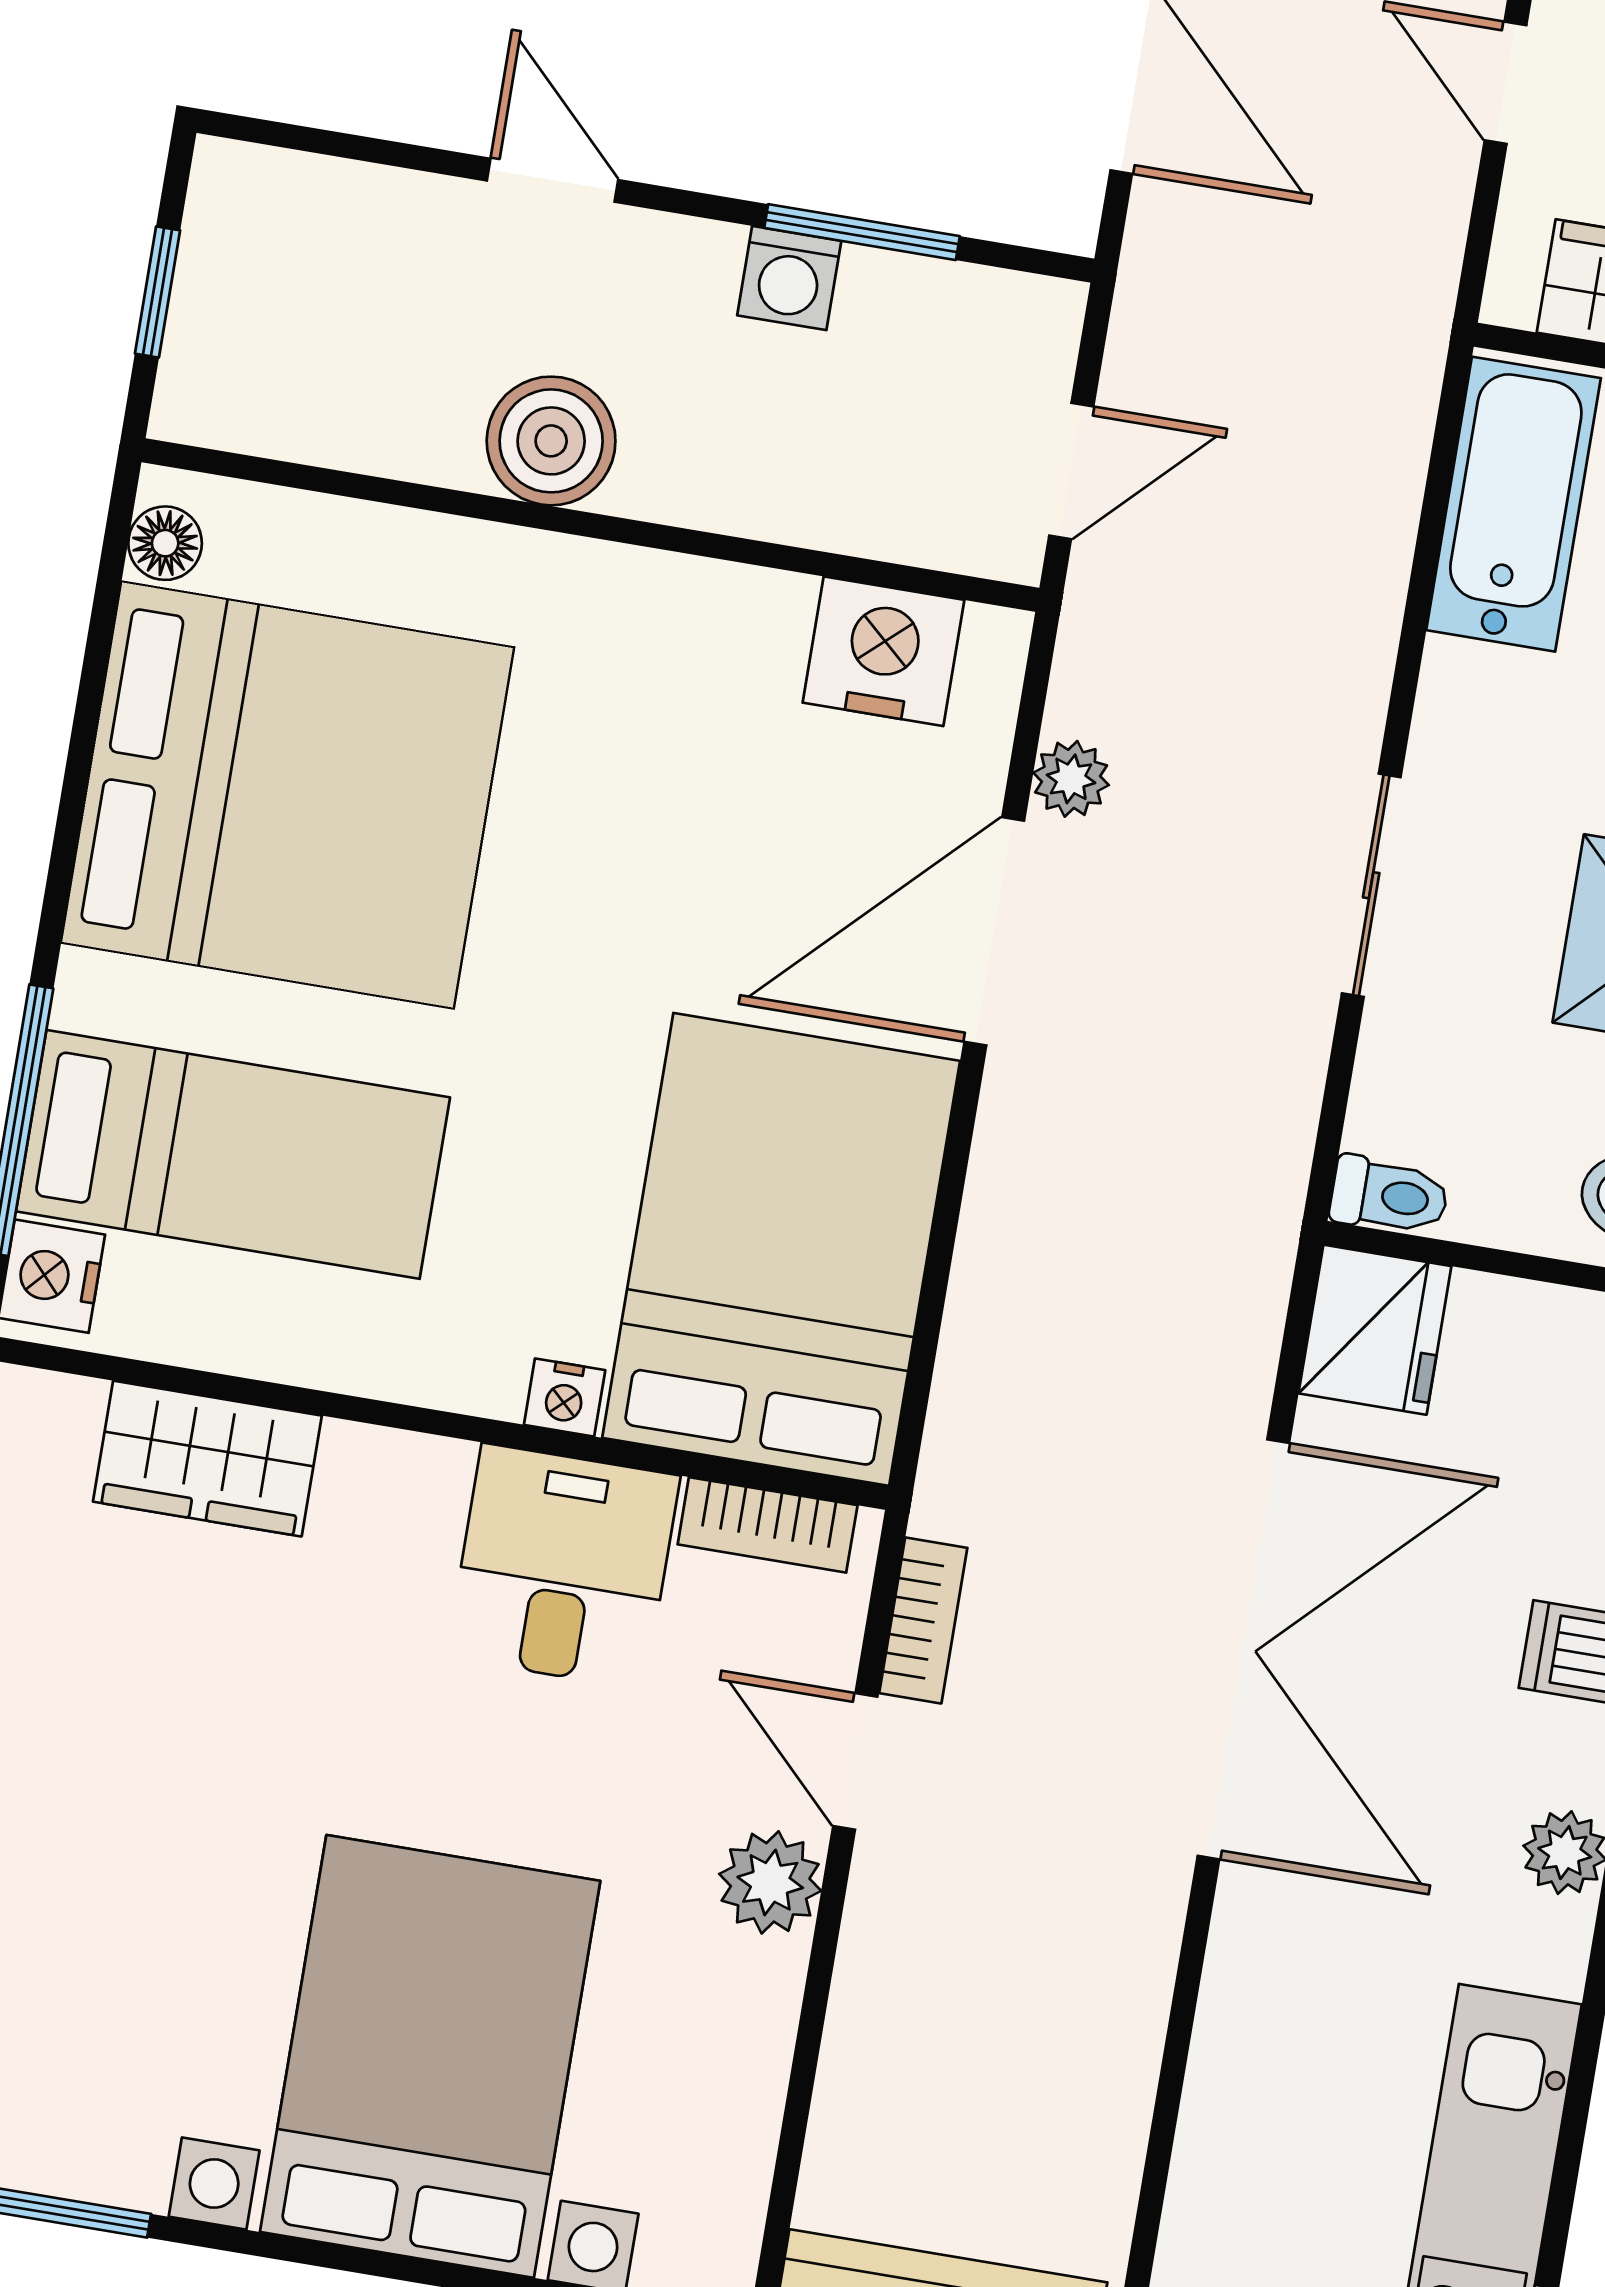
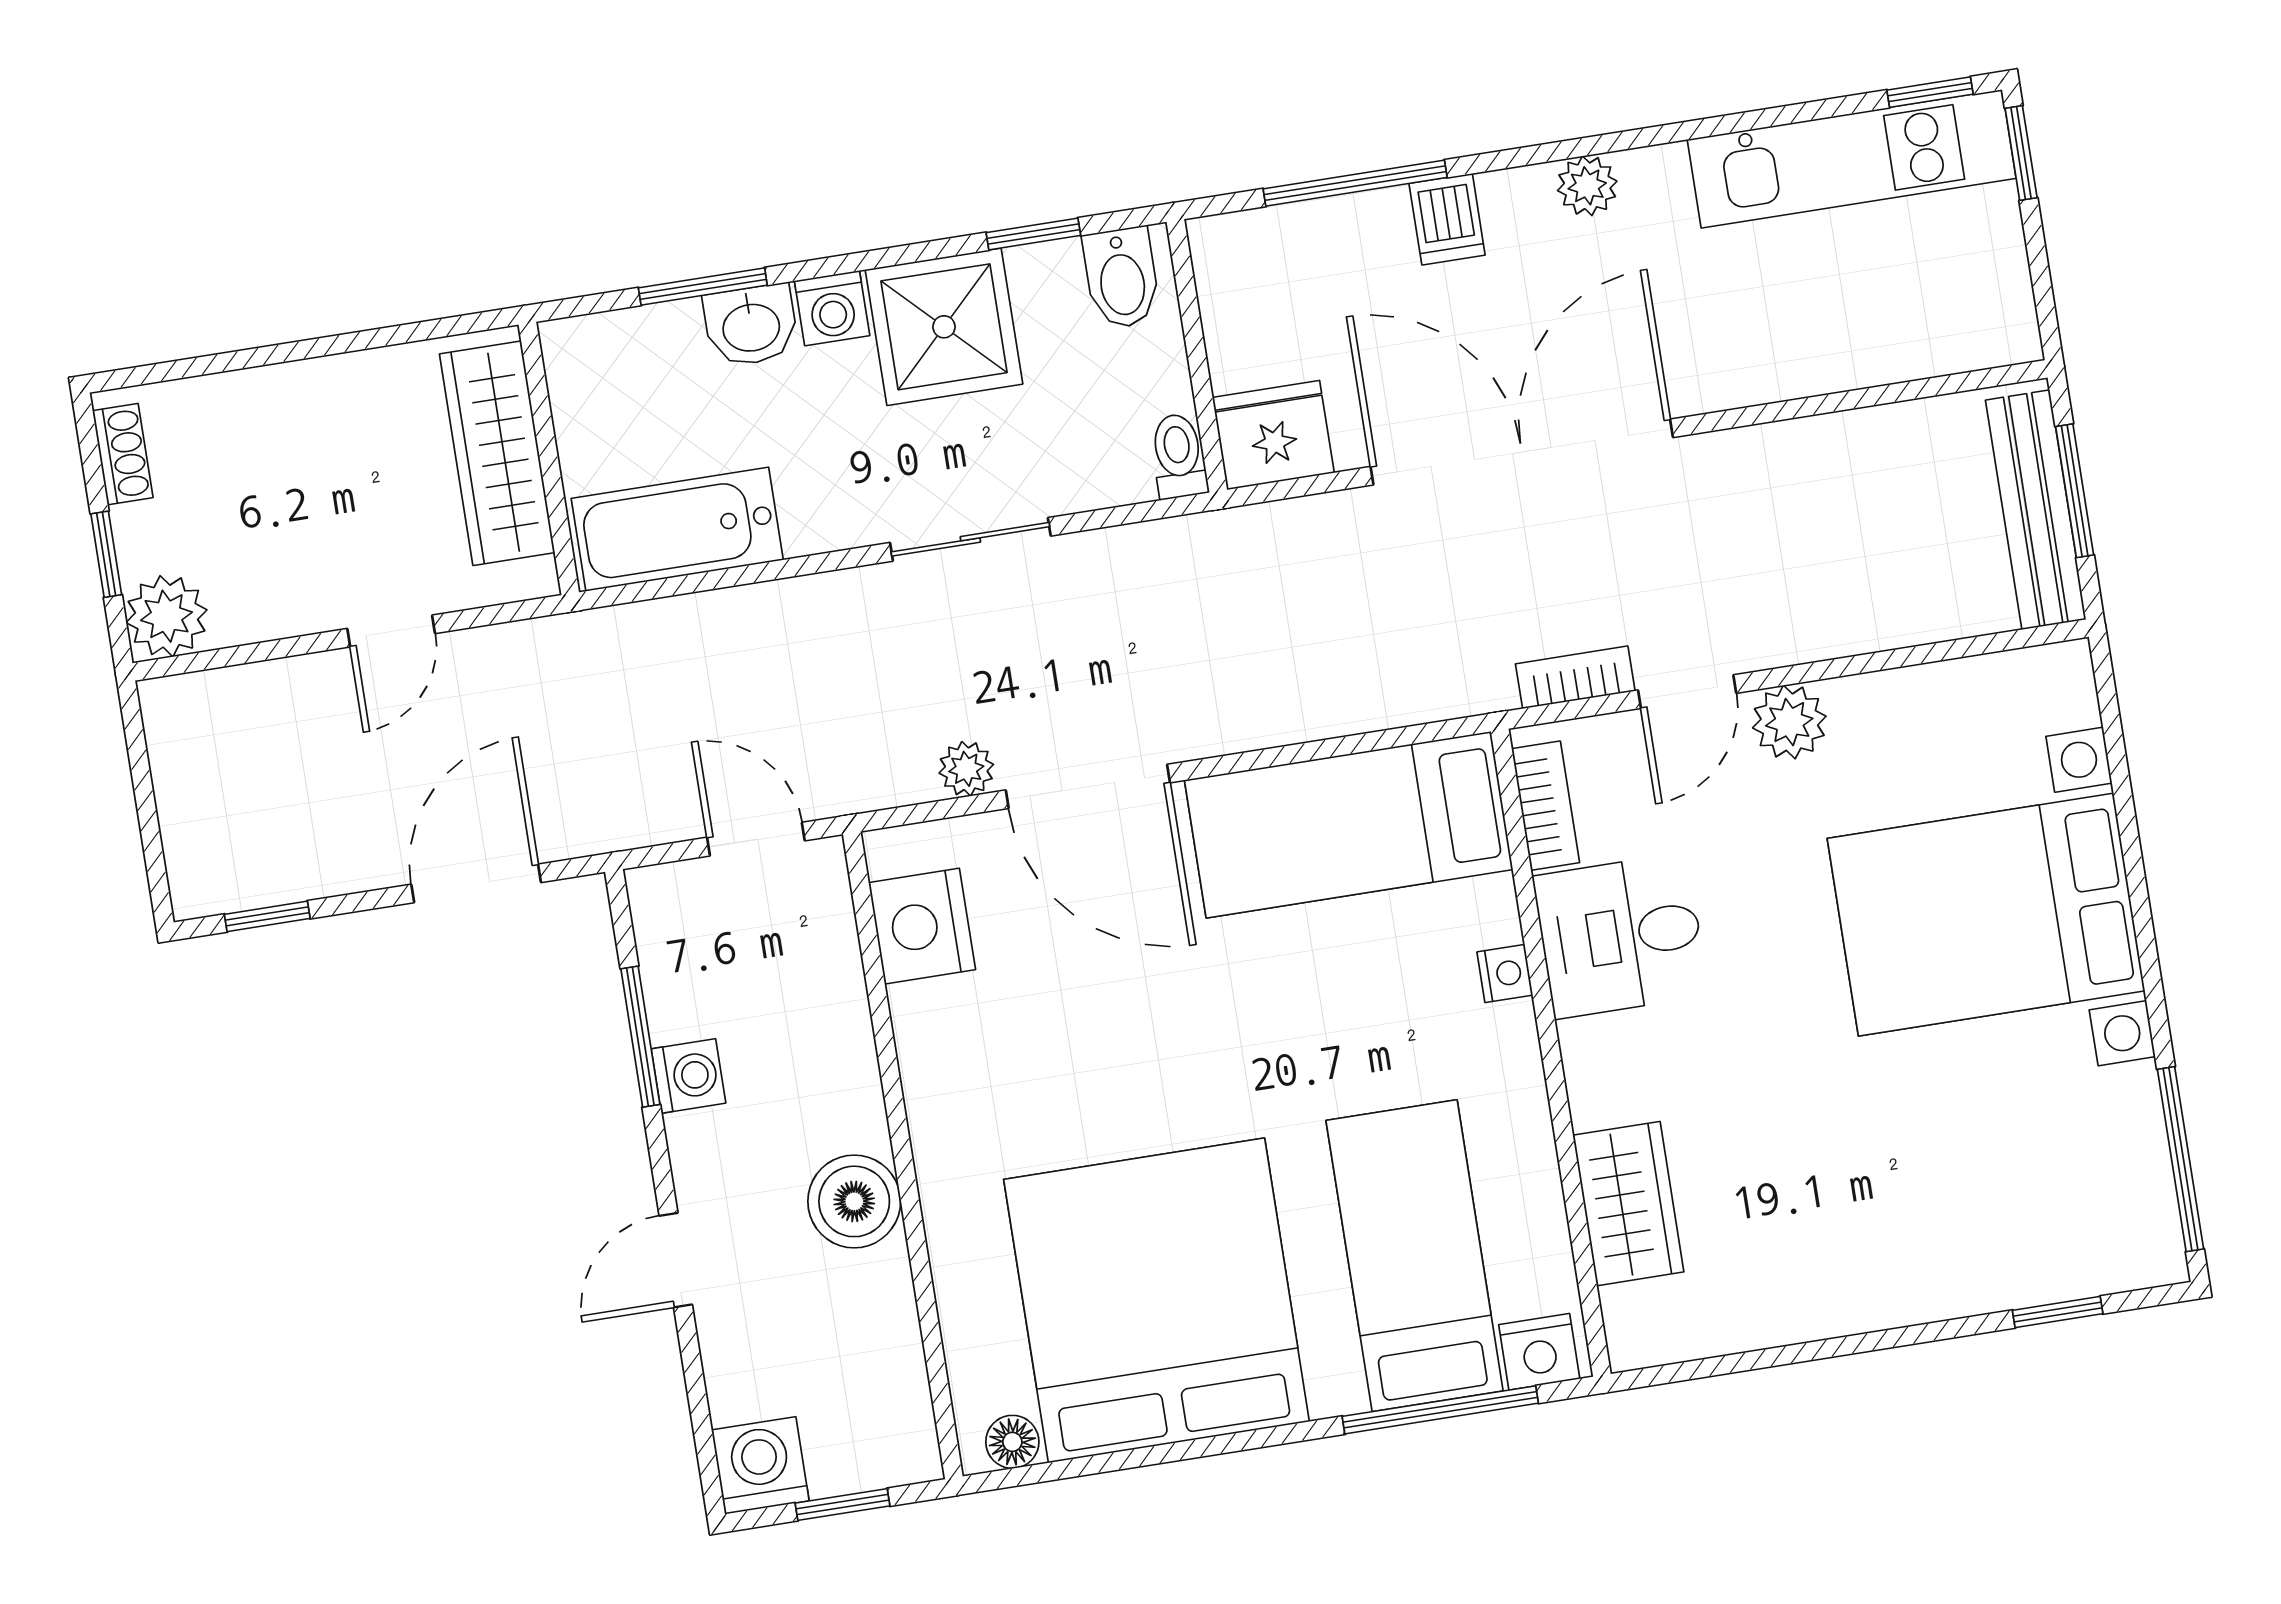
washing machine: (245, 201) -> (760, 1465), added
bed: (781, 1249) -> (1349, 825), width x0.67

